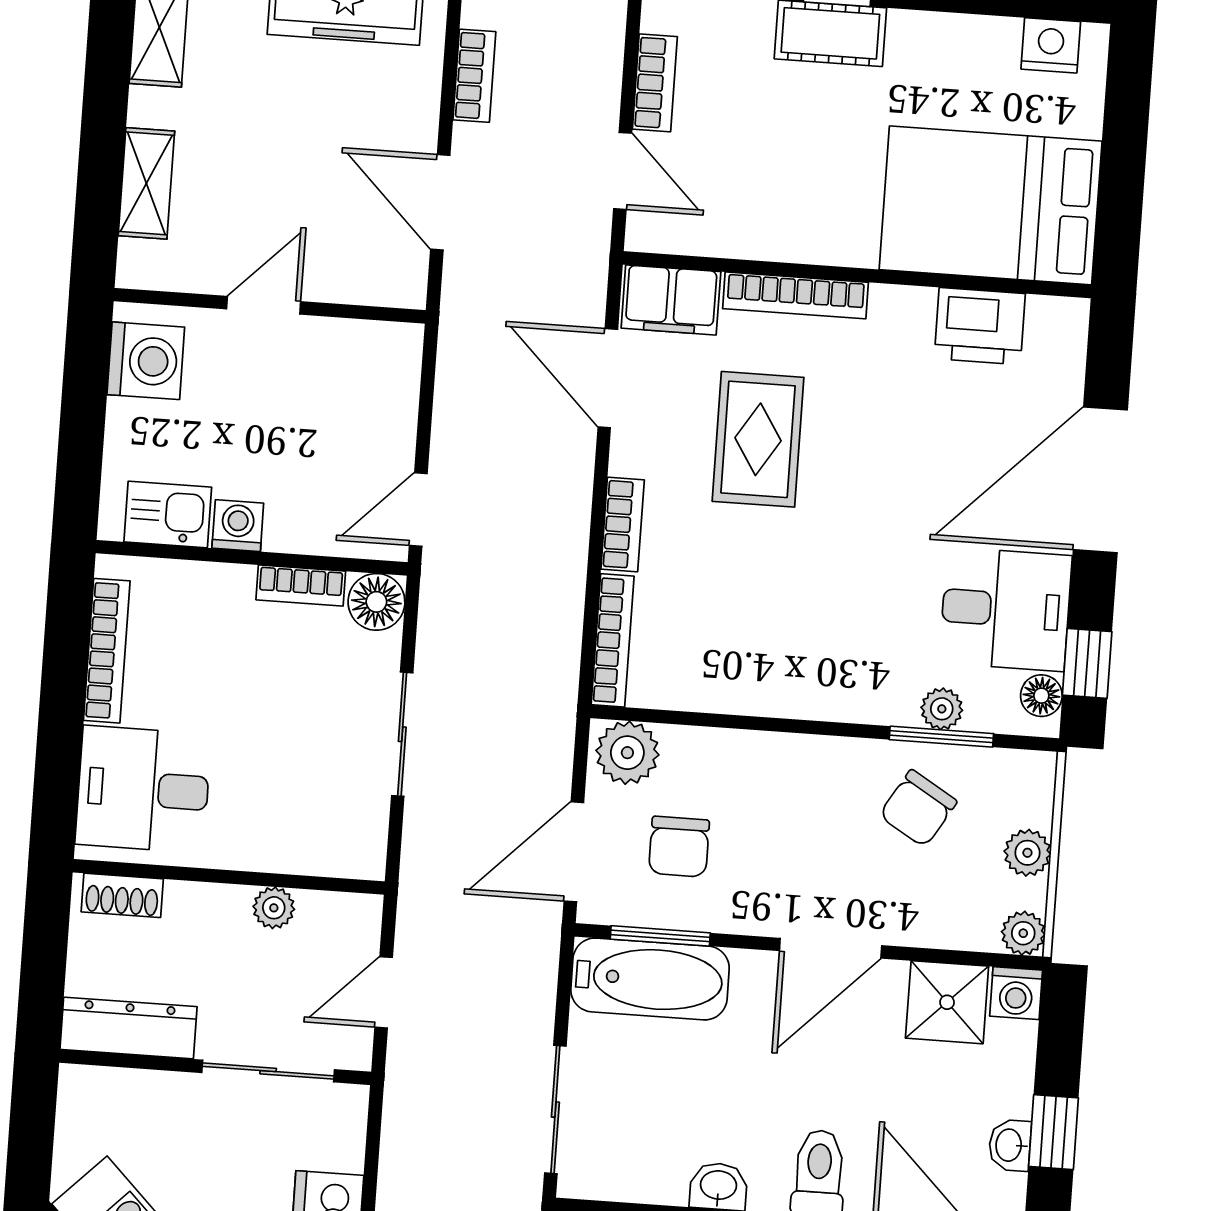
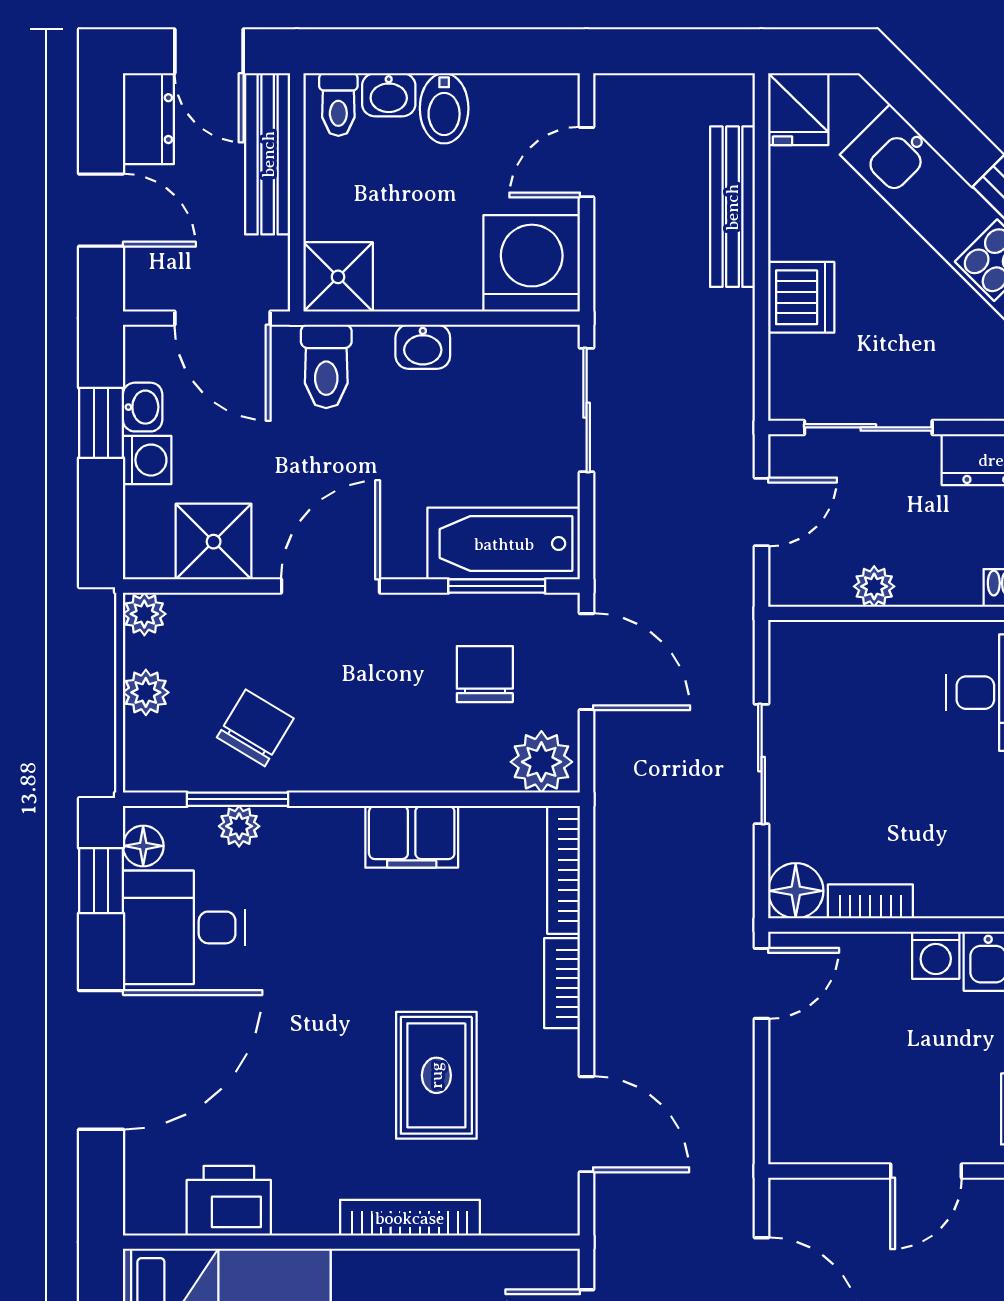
filing cabinet: (671, 300) -> (412, 837), moved, turned 180
door: (574, 852) -> (587, 662), hinge flipped
washing machine: (1016, 993) -> (147, 460), moved, turned 90

